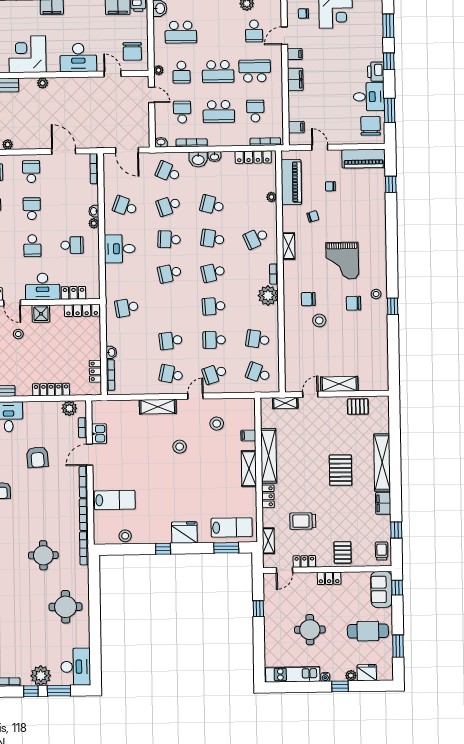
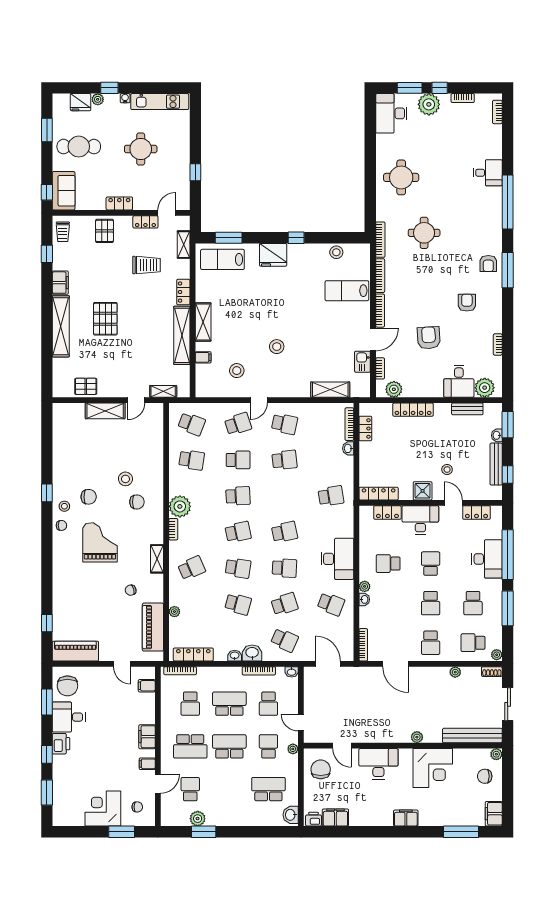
chair: (330, 186) -> (61, 525), moved
desk: (120, 249) -> (337, 559), width x1.37
shelving: (158, 407) -> (330, 390), moved

